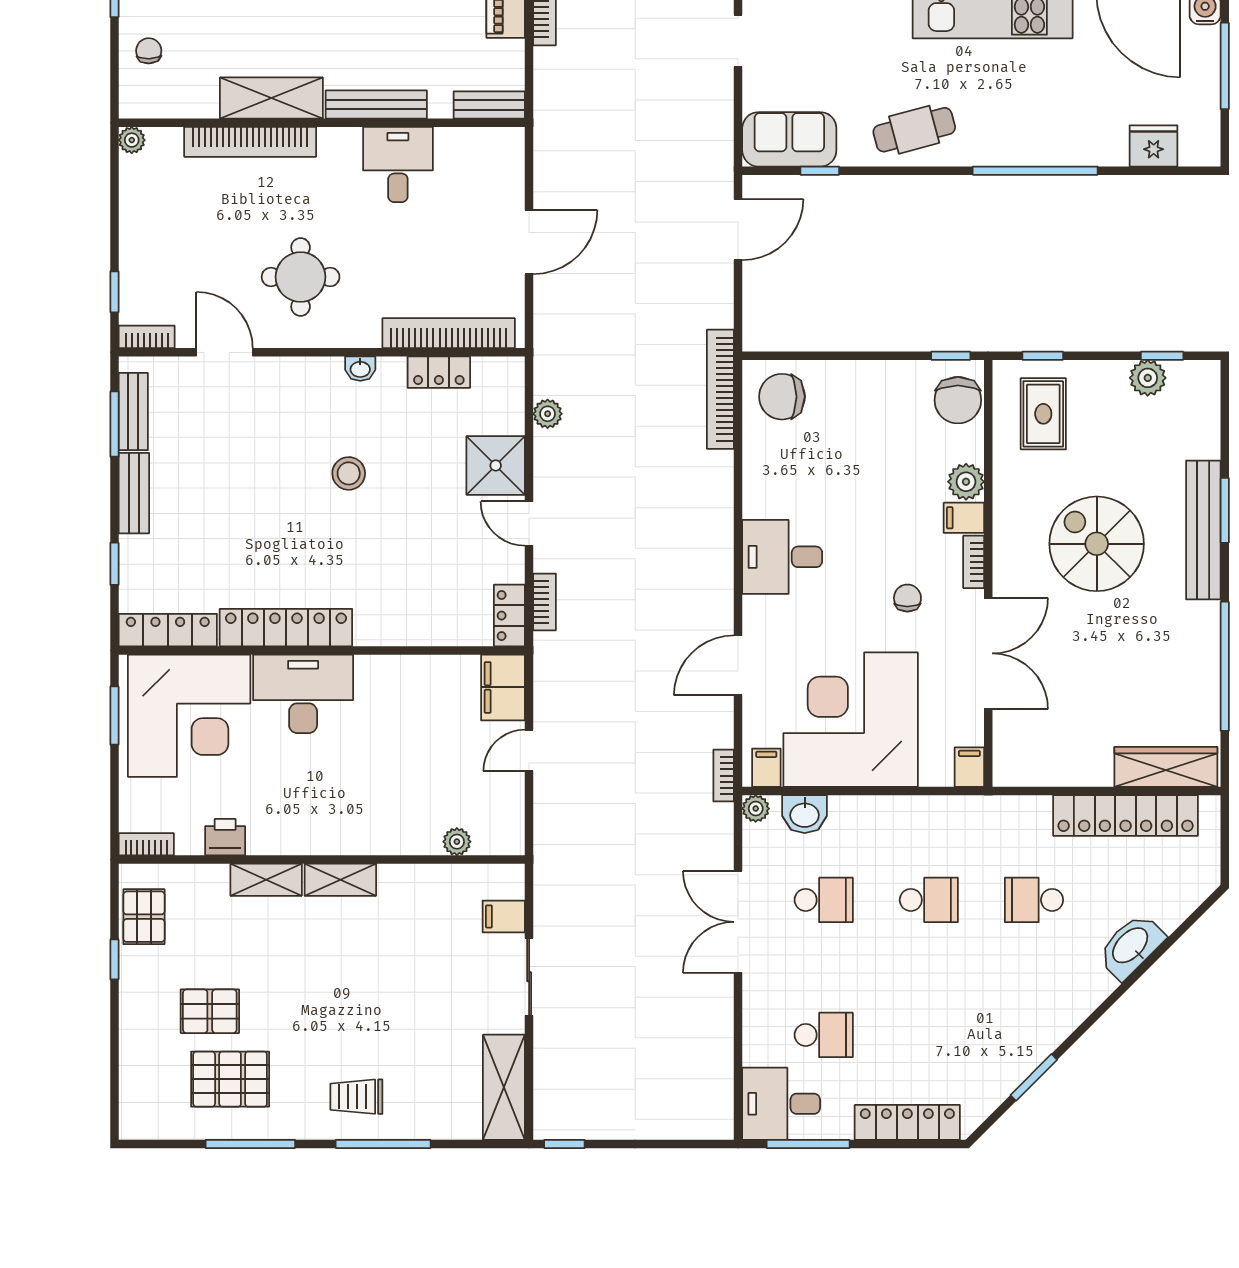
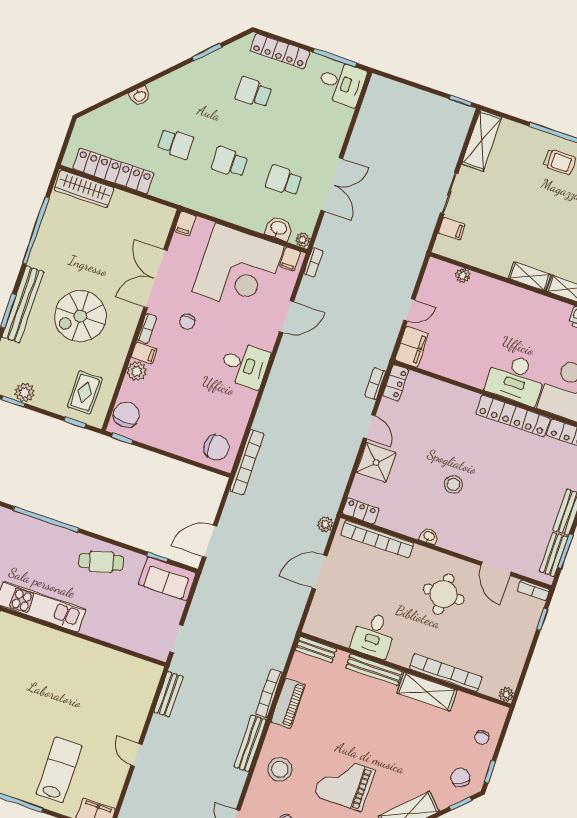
locker: (439, 372) -> (361, 511), moved
plant: (548, 414) -> (325, 524), moved
spiral stairs: (1097, 544) -> (80, 316), turned 90
washbasin: (1131, 946) -> (140, 96), width x0.52, depth x0.69
school desk: (824, 1035) -> (253, 93), moved

